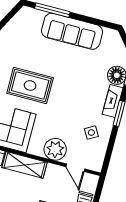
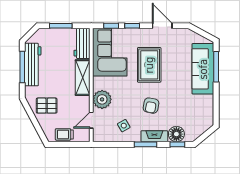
sofa: (72, 31) -> (203, 69), moved
armchair: (77, 96) -> (151, 106), added

